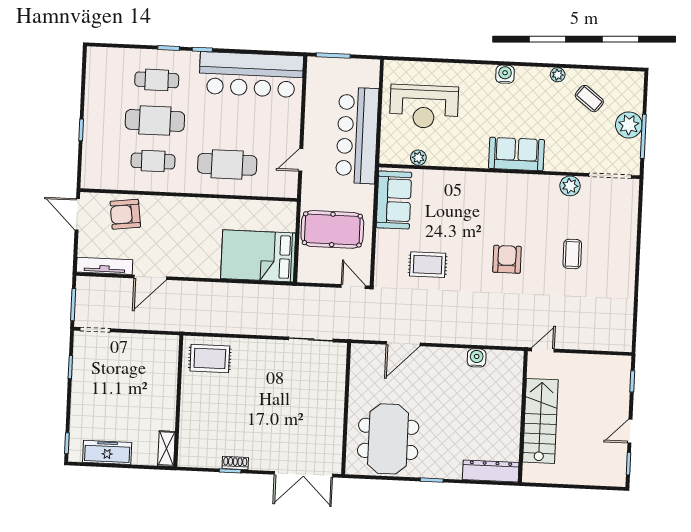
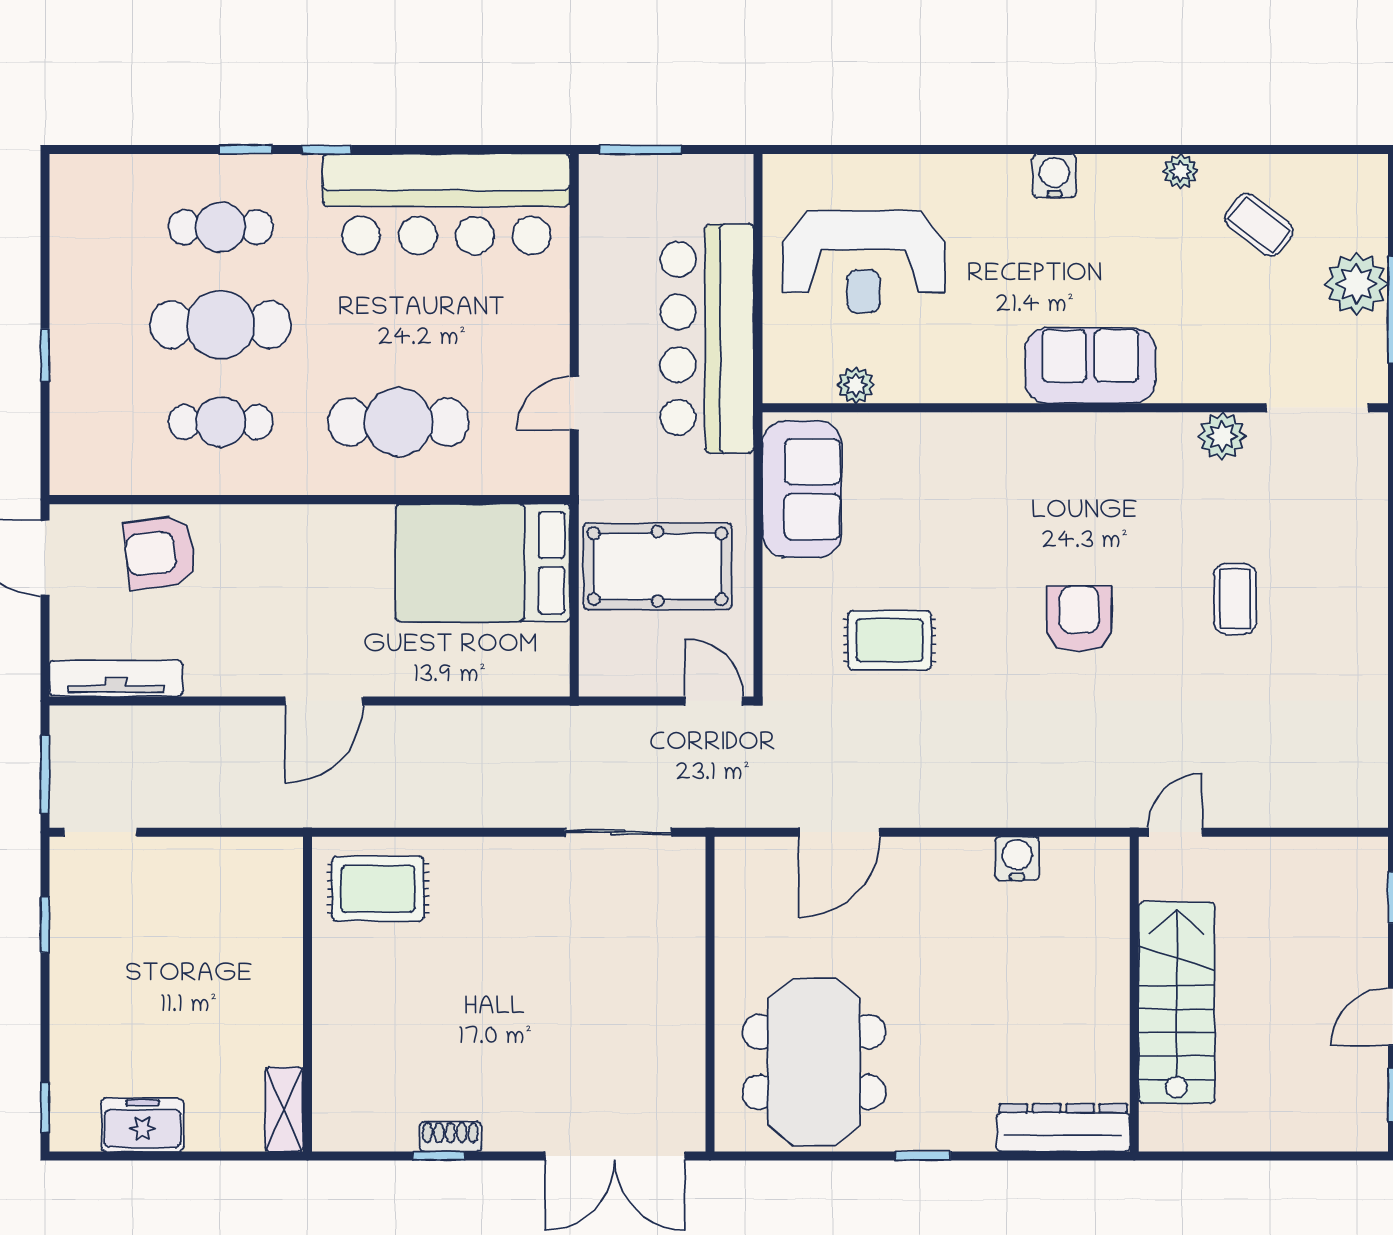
bed: (258, 256) -> (483, 563), moved
door: (150, 277) -> (324, 701), moved
freezer: (107, 452) -> (143, 1125), width x0.71

